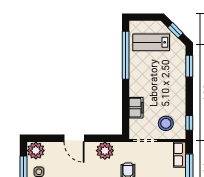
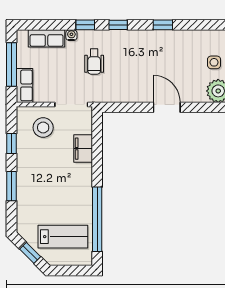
window: (189, 66) -> (11, 186), moved
window: (189, 123) -> (11, 143), moved
plant: (105, 151) -> (125, 91), removed

